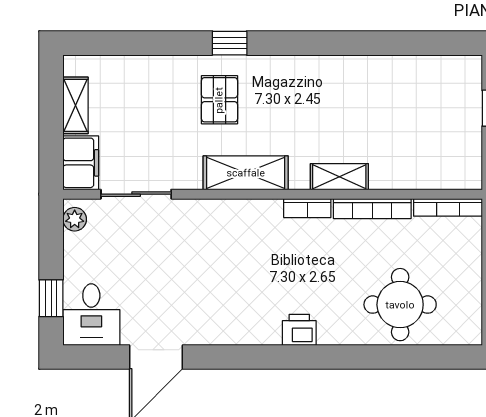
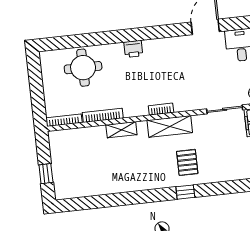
bookcase: (307, 208) -> (161, 109), moved

